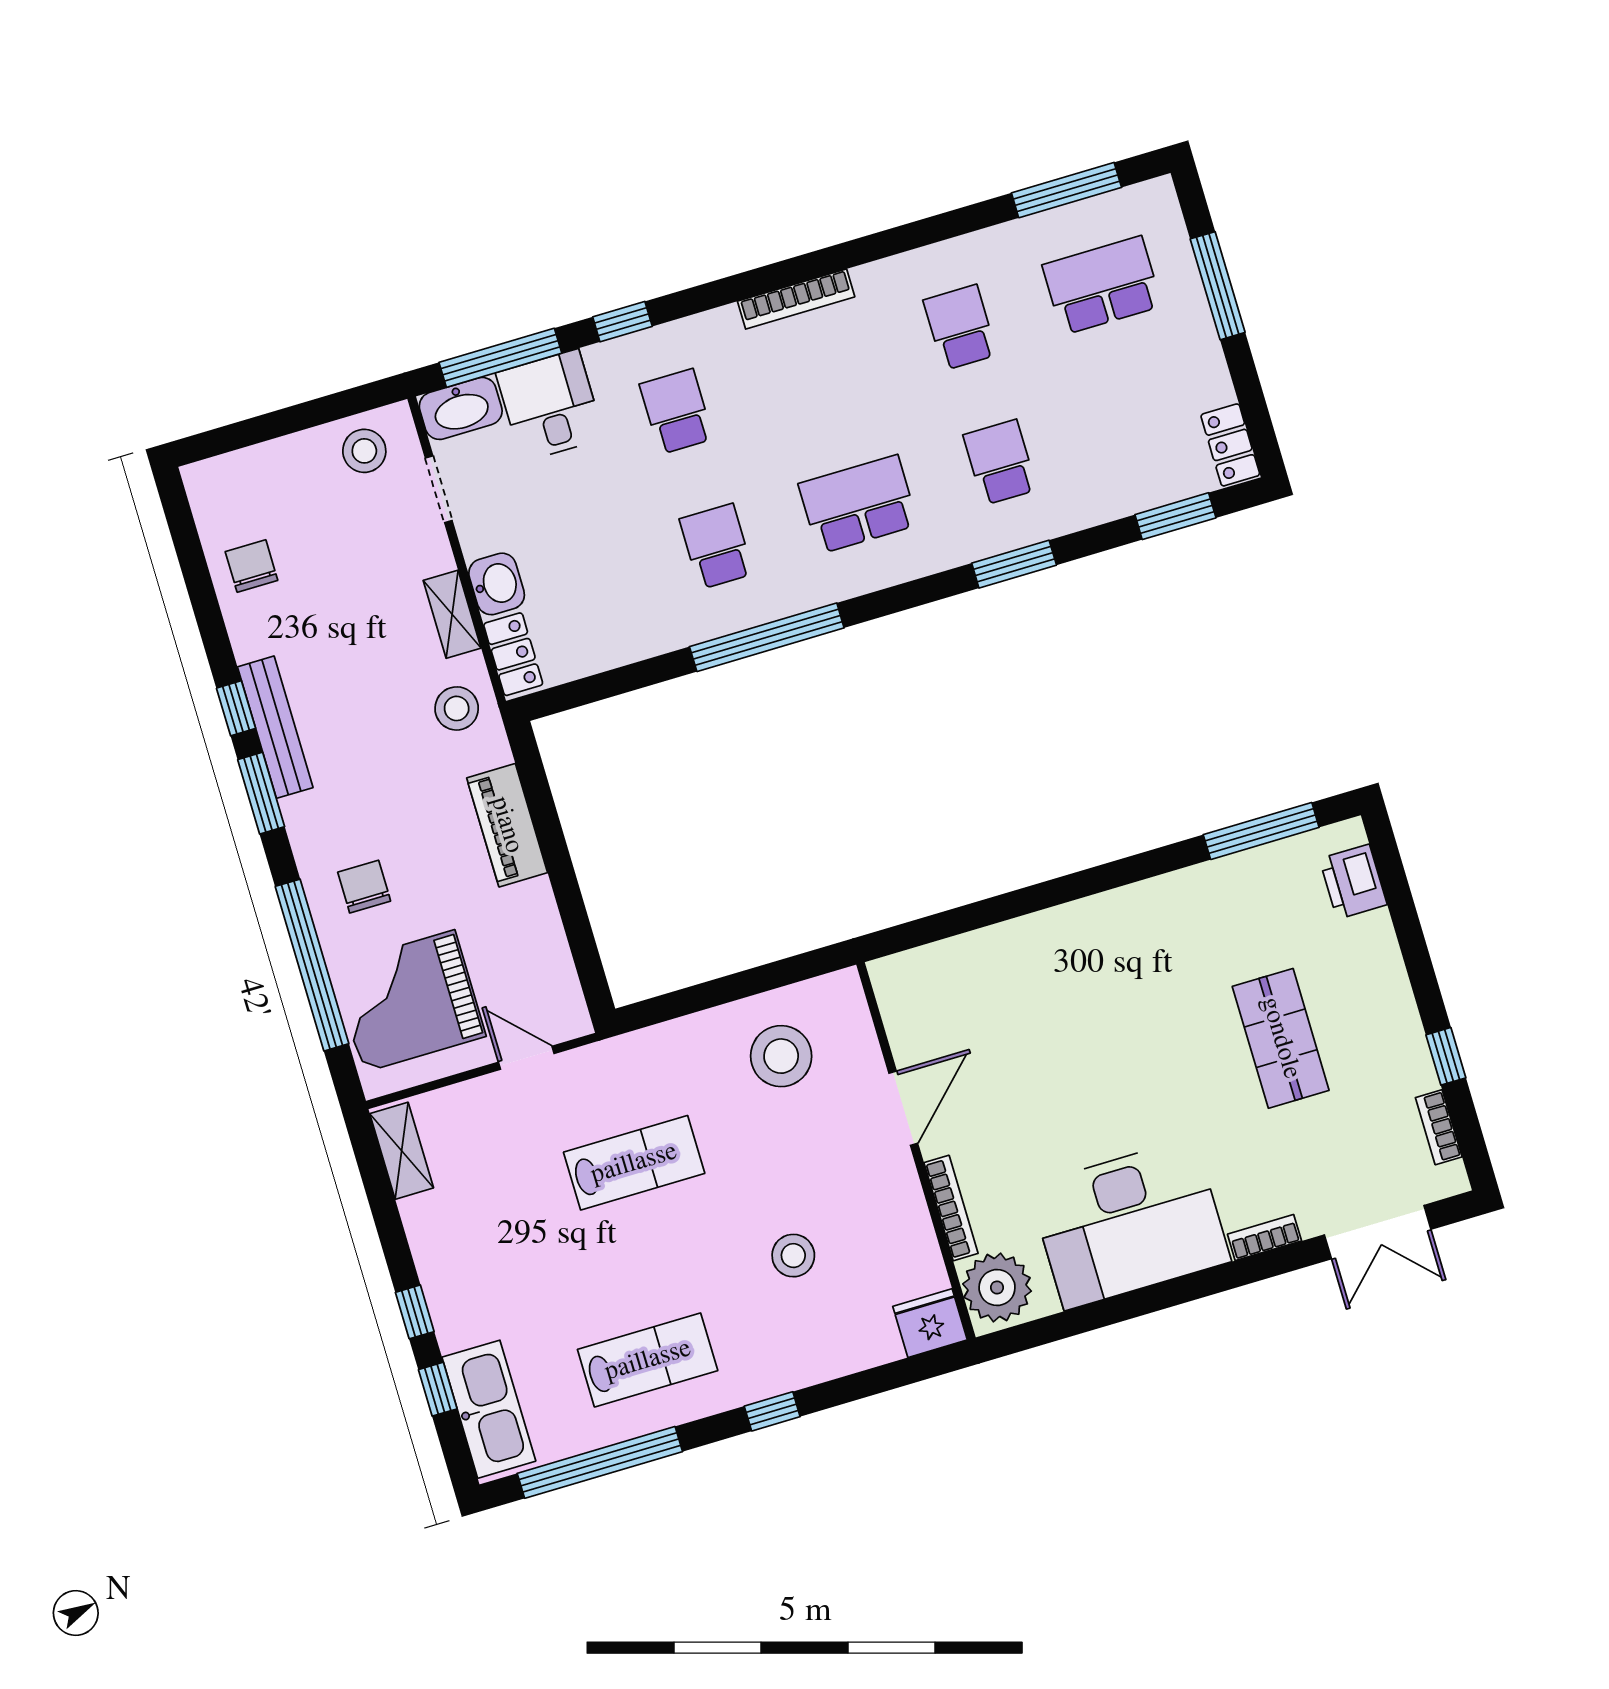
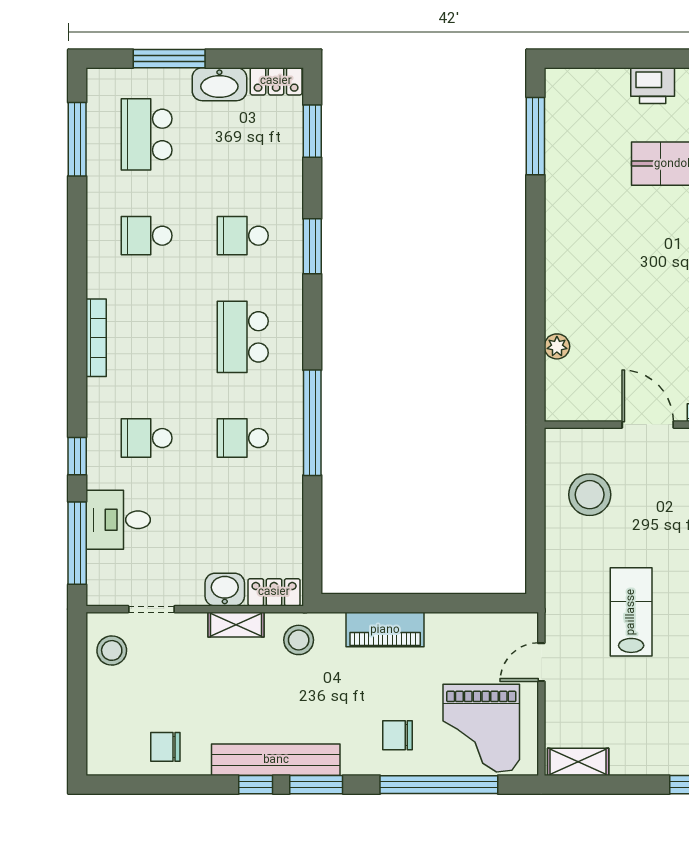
washbasin: (461, 408) -> (219, 84), moved, turned 90
bench: (275, 727) -> (276, 760), width x1.37, depth x1.21
printer: (1353, 882) -> (653, 86), moved
plant: (975, 949) -> (557, 346), added

